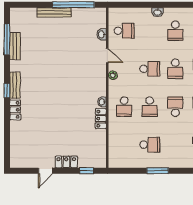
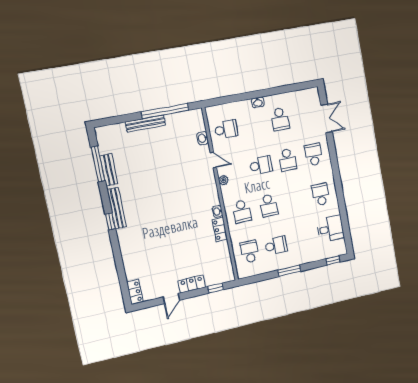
bench: (15, 85) -> (117, 208), width x1.36
school desk: (175, 107) -> (250, 252), moved
locker: (15, 110) -> (135, 292), moved

